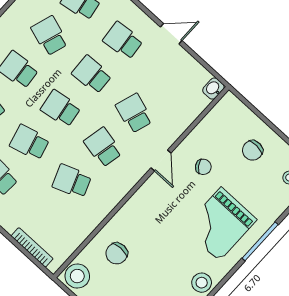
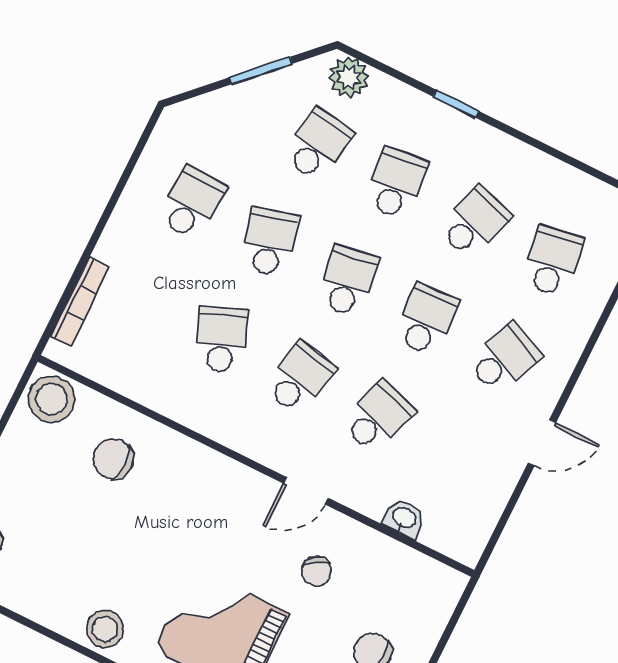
door: (171, 34) -> (542, 443), hinge flipped
school desk: (123, 41) -> (504, 358), turned 30
washbasin: (213, 89) -> (404, 518), moved

